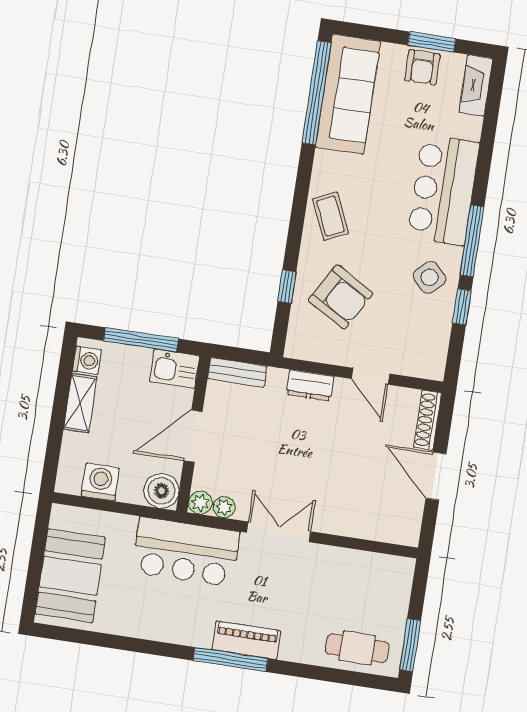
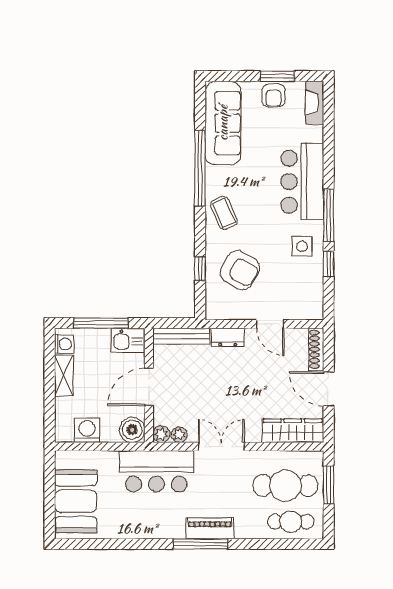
window: (317, 93) -> (200, 168), moved
side table: (429, 277) -> (302, 246), turned 45
bench: (237, 372) -> (181, 336), width x1.36
wardrobe: (379, 525) -> (293, 431), added
cafe table: (357, 598) -> (285, 486), added
window: (410, 645) -> (329, 485), moved

